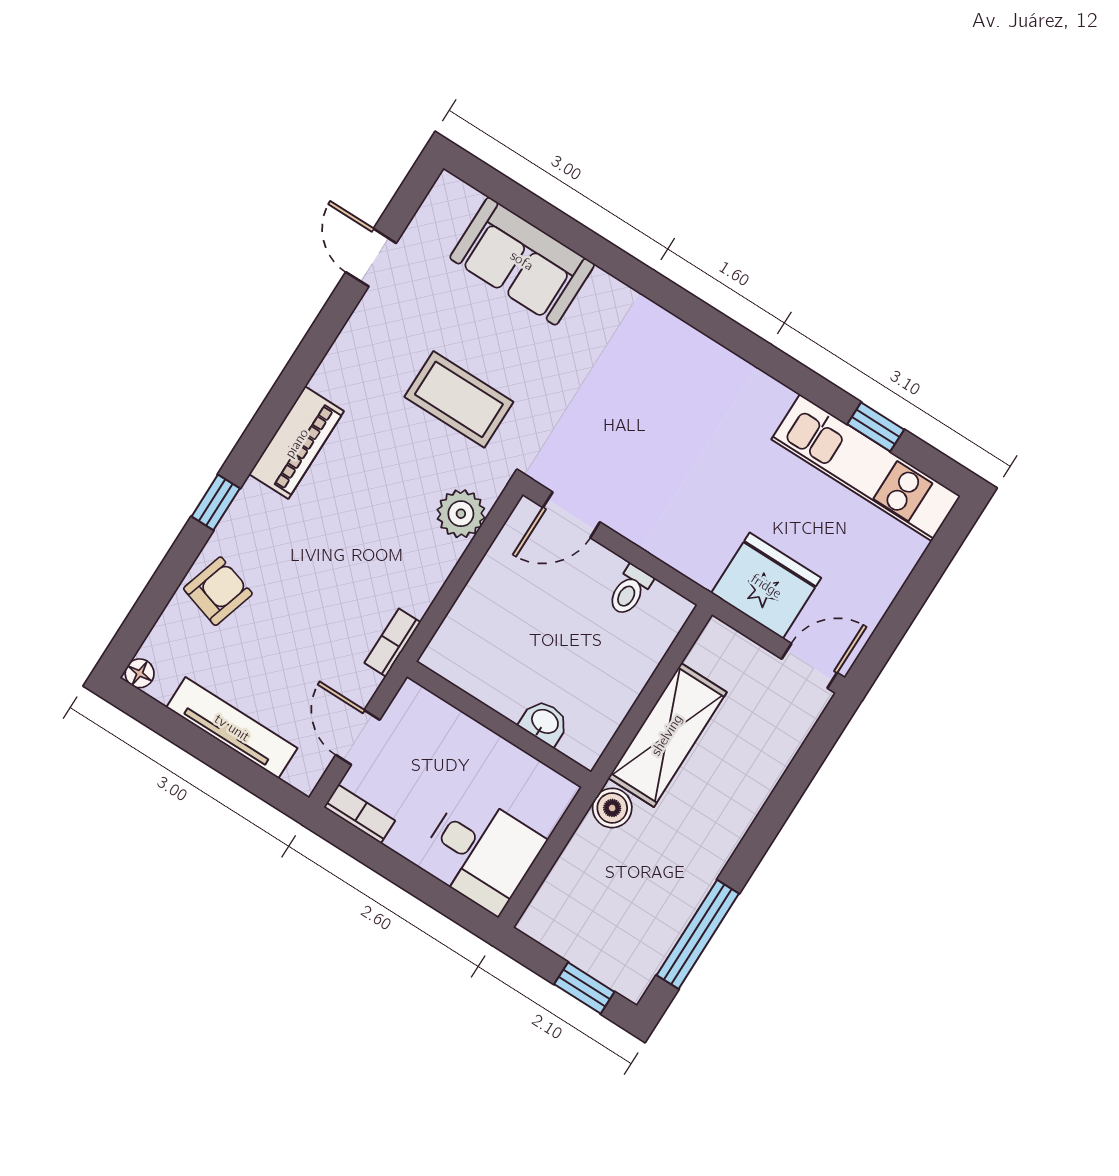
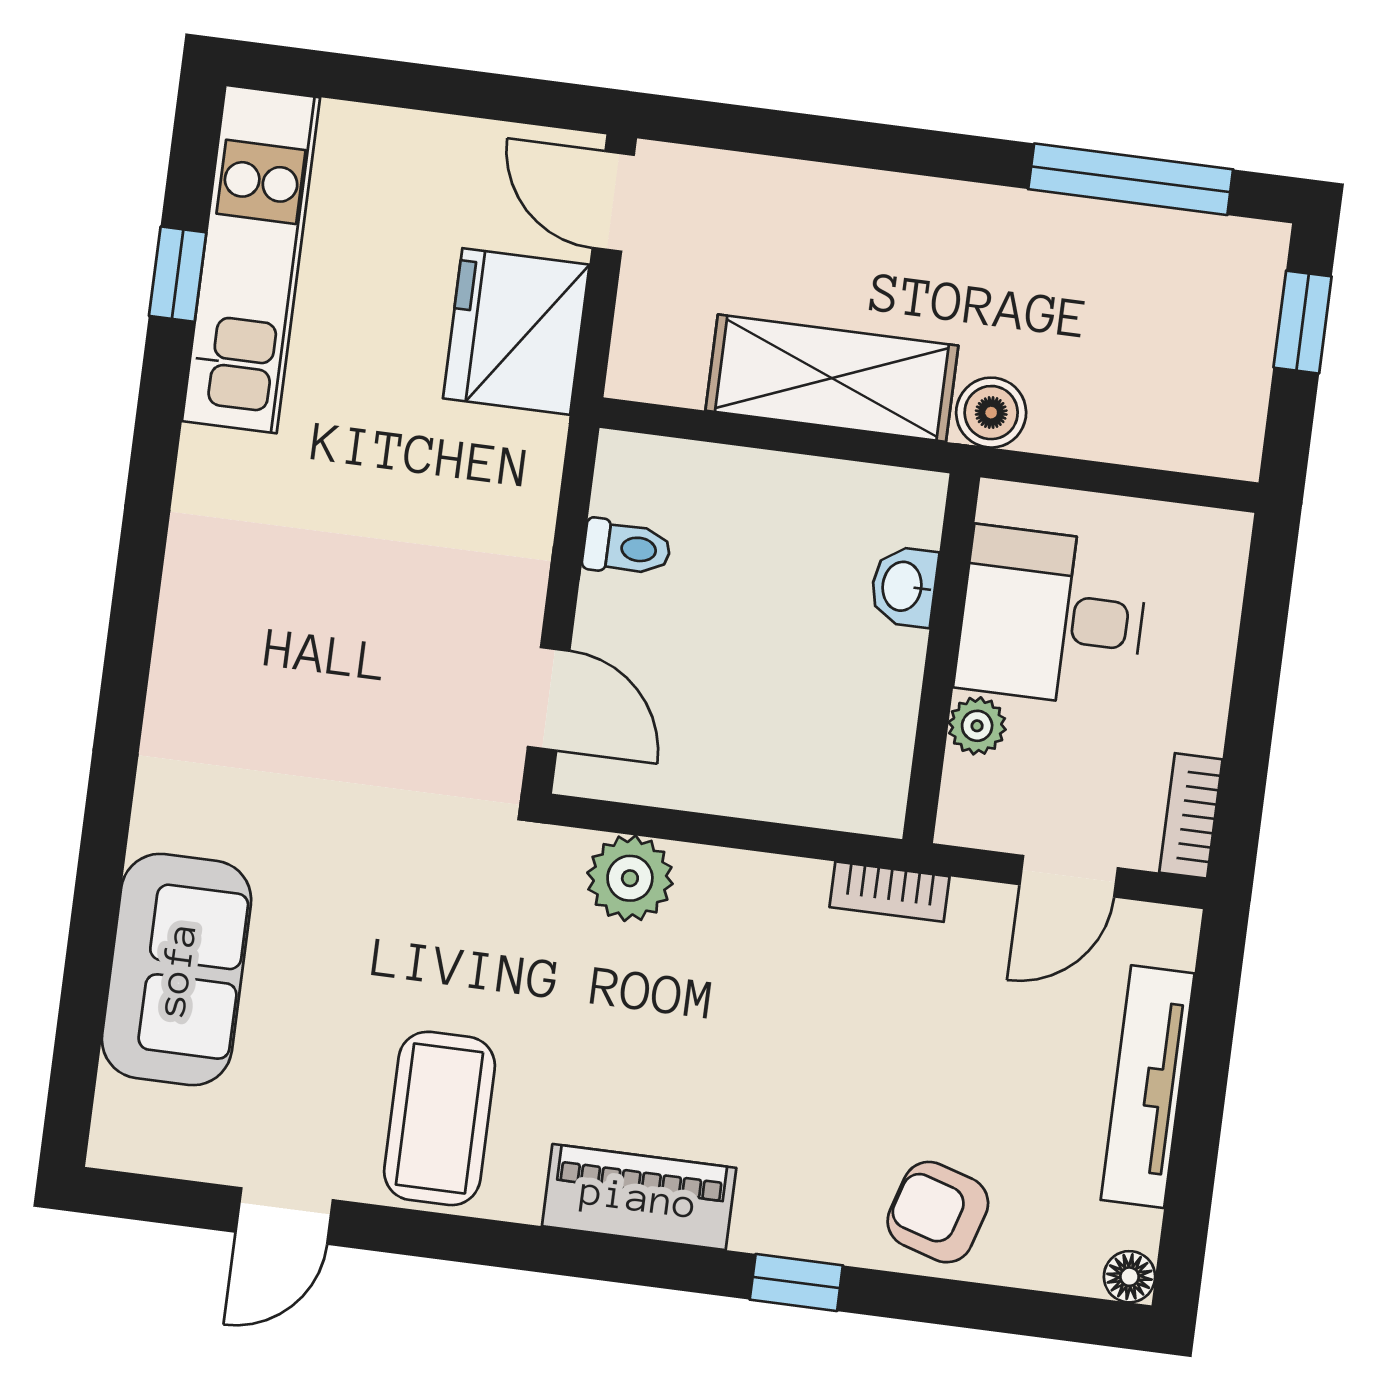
coffee table: (459, 399) -> (439, 1118), moved
plant: (456, 726) -> (977, 726), added
desk: (481, 852) -> (1052, 617), moved, turned -90

